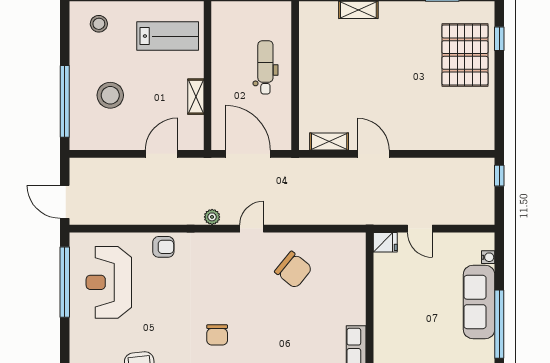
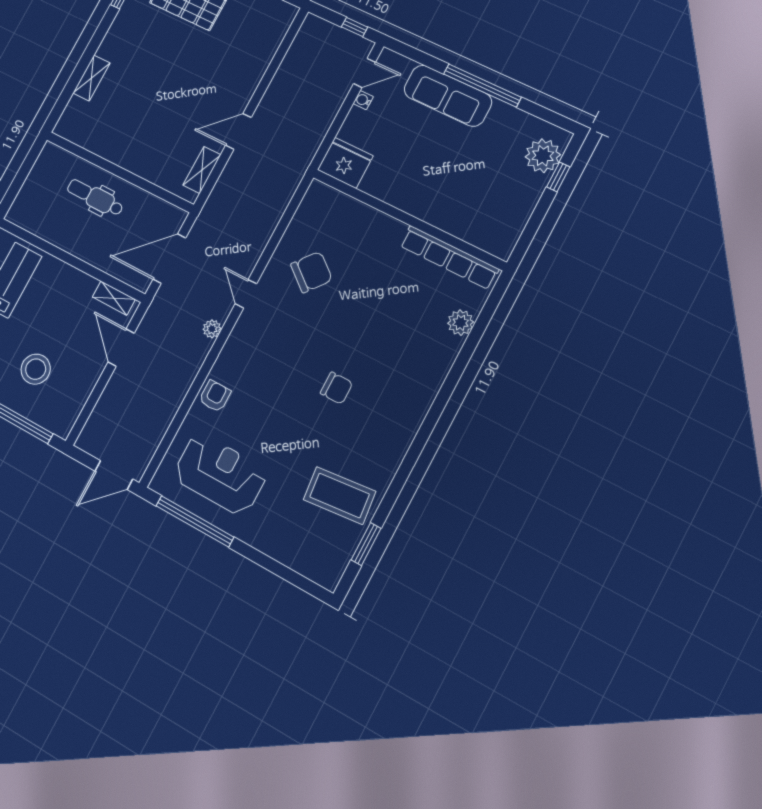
shelving: (196, 97) -> (114, 298), moved
window: (499, 176) -> (355, 27), moved
door: (420, 229) -> (364, 73), moved
fridge: (385, 242) -> (345, 163), width x1.88, depth x1.34
water cooler: (488, 257) -> (363, 100), moved, turned -90
reception desk: (109, 282) -> (220, 474), turned 180

